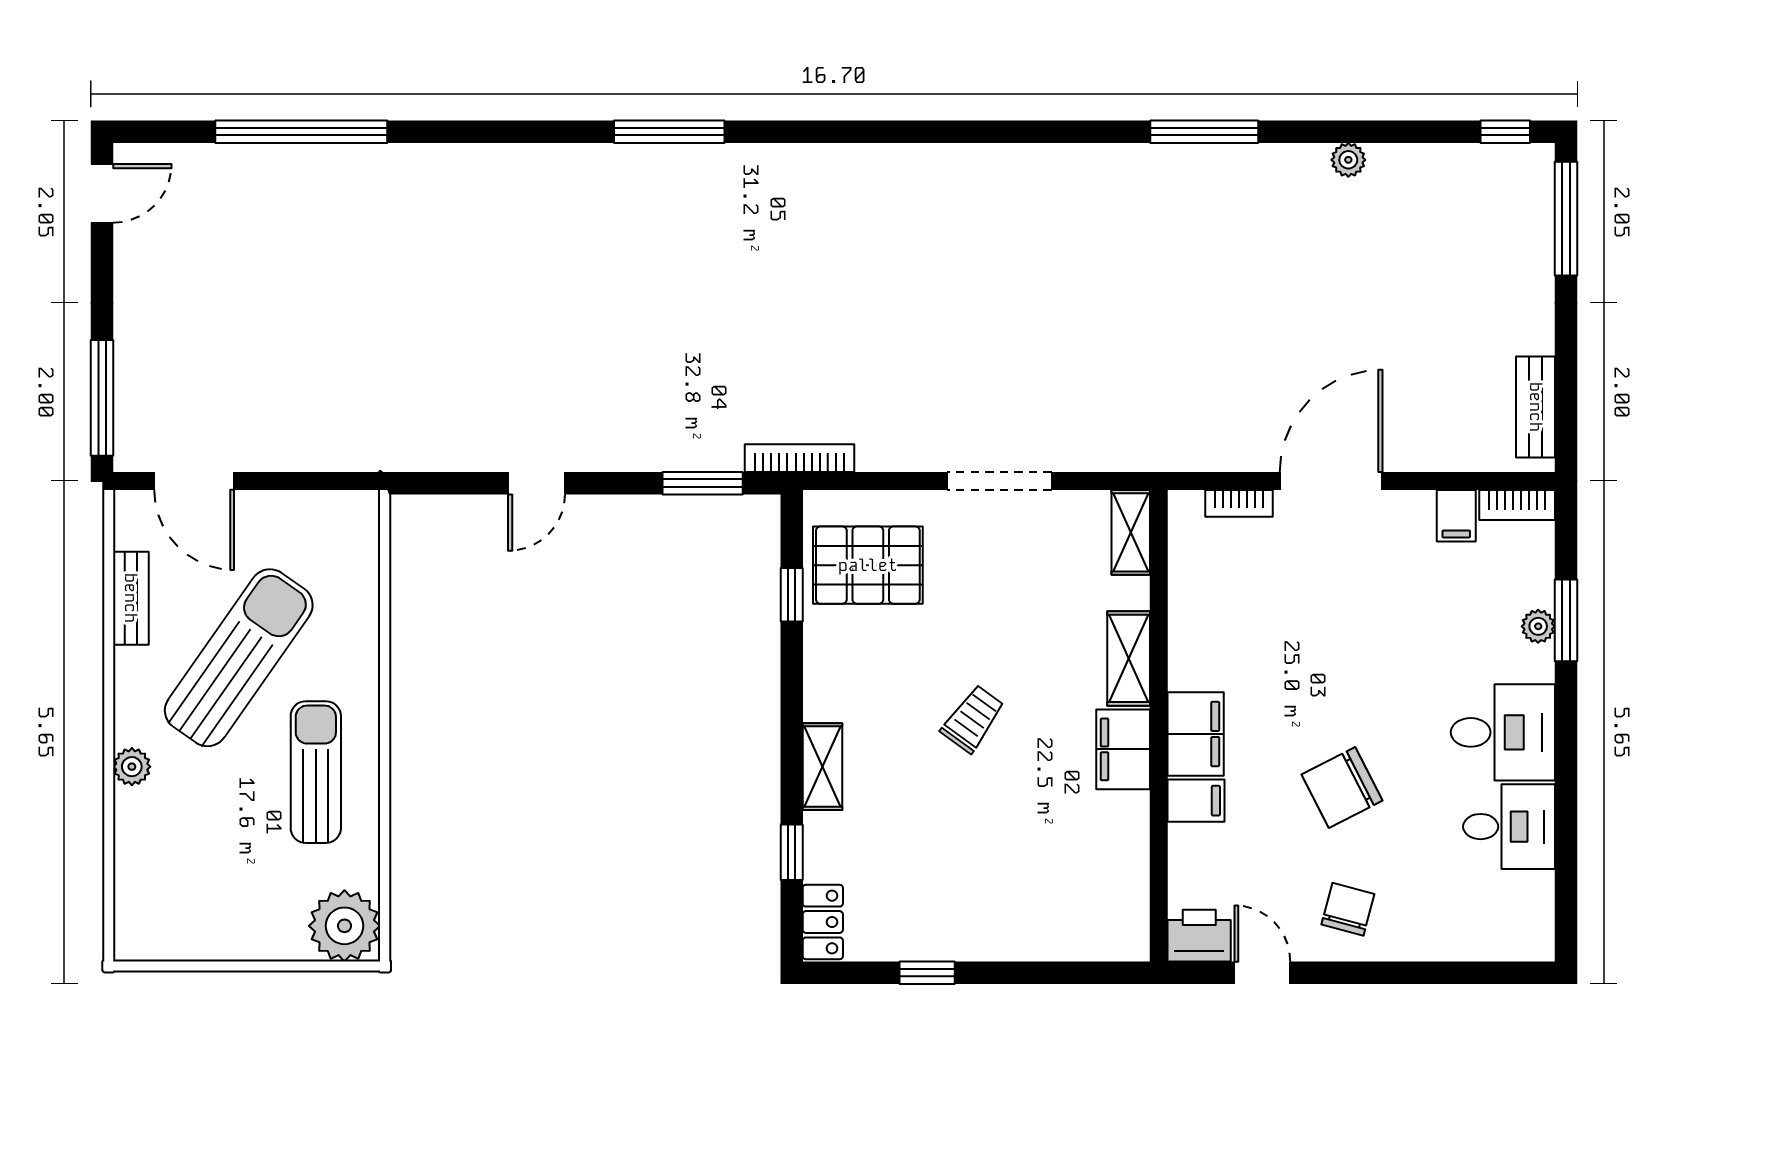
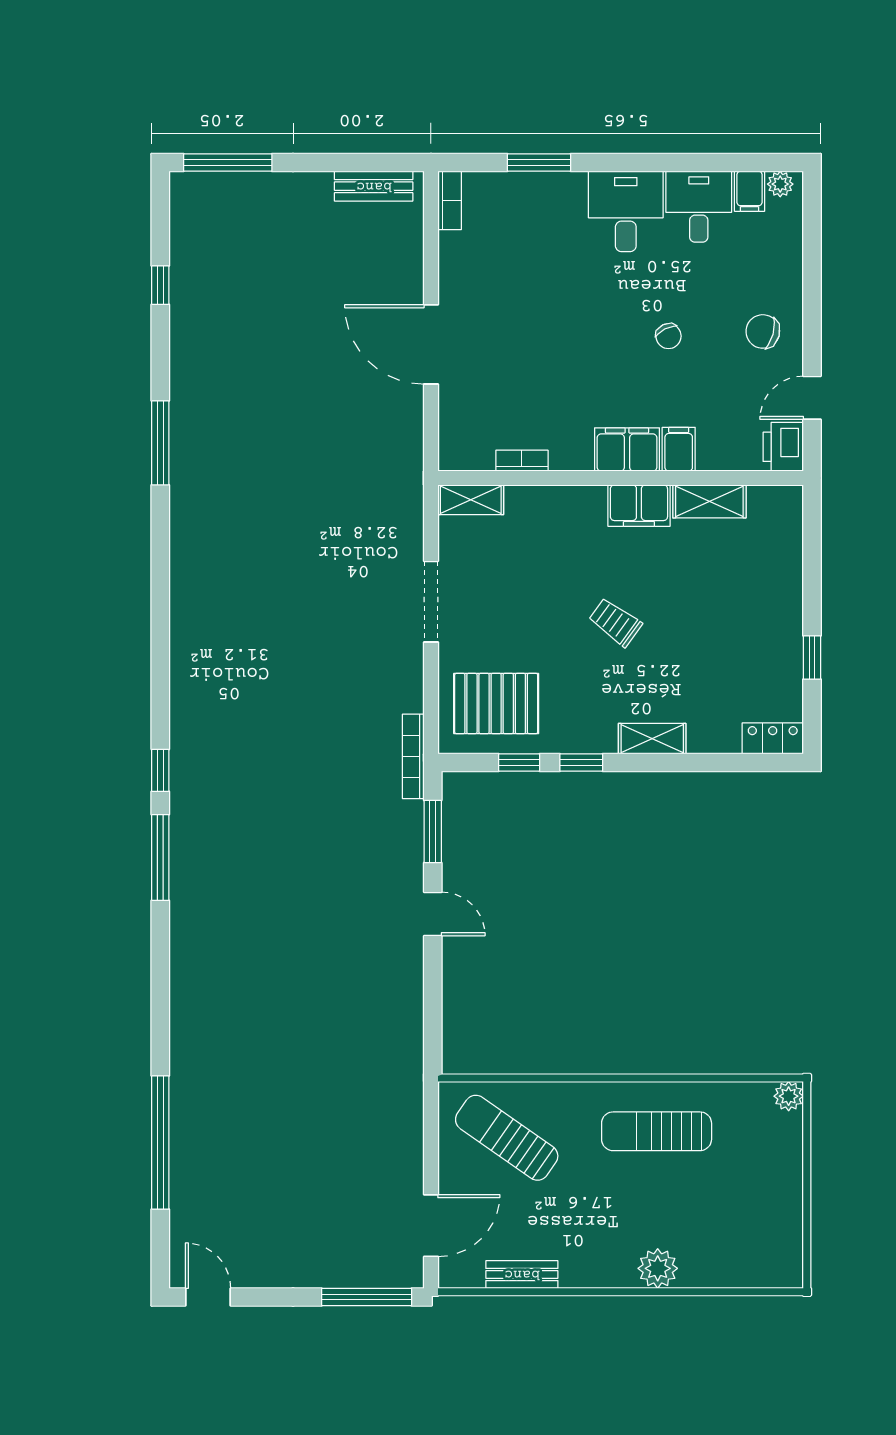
window: (782, 132) -> (160, 770), added
window: (1505, 132) -> (160, 285), moved
plant: (1348, 160) -> (182, 331), removed
door: (537, 483) -> (433, 914), moved
bookcase: (1239, 503) -> (522, 461), moved, turned -90
filing cabinet: (1456, 516) -> (750, 191), moved, turned 90
pallet: (868, 565) -> (496, 703), turned 90
plant: (1538, 626) -> (780, 184), moved
sun lounger: (239, 658) -> (507, 1138), moved, width x0.73, depth x0.75
shelving: (1129, 658) -> (709, 501), moved
plant: (132, 767) -> (658, 1268), width x1.38, depth x1.38
chair: (1342, 788) -> (668, 336), width x0.54, depth x0.54
window: (792, 852) -> (581, 762), moved
plant: (344, 926) -> (789, 1096), width x0.53, depth x0.53

